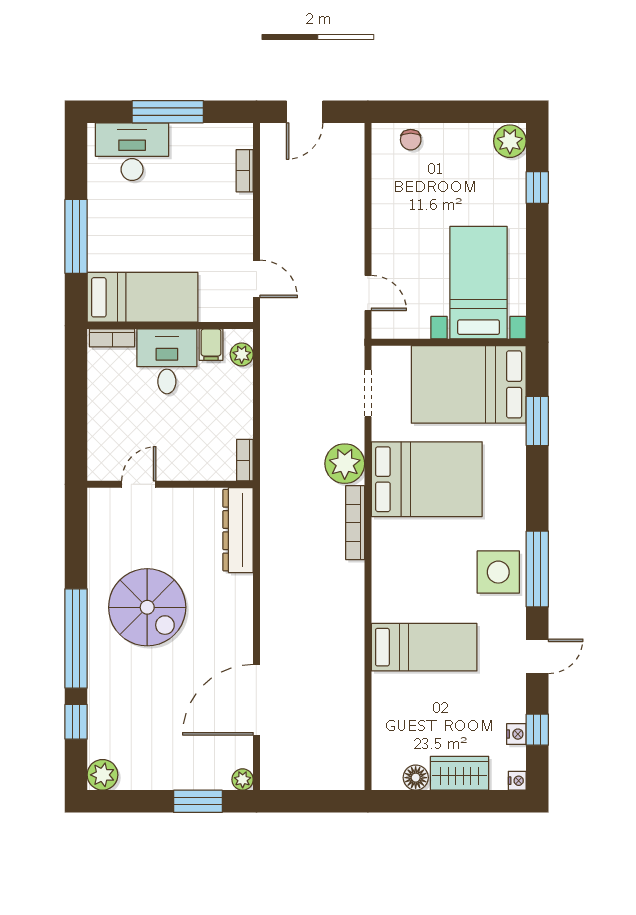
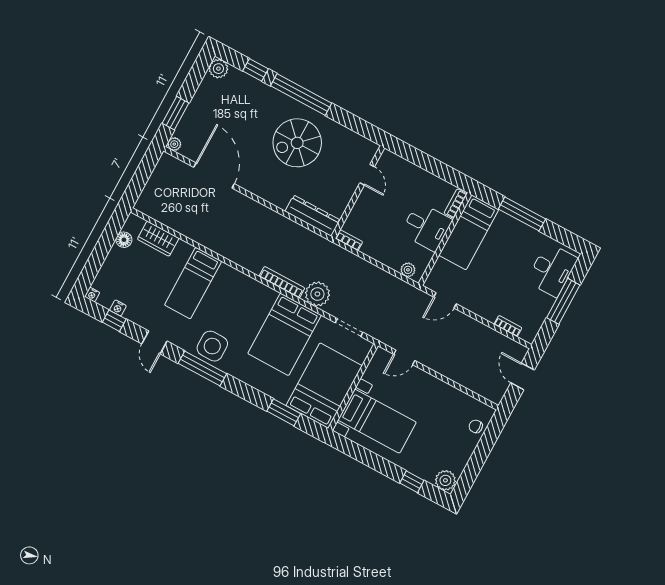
filing cabinet: (211, 345) -> (422, 256), removed
wardrobe: (460, 773) -> (158, 239), moved, turned 90

